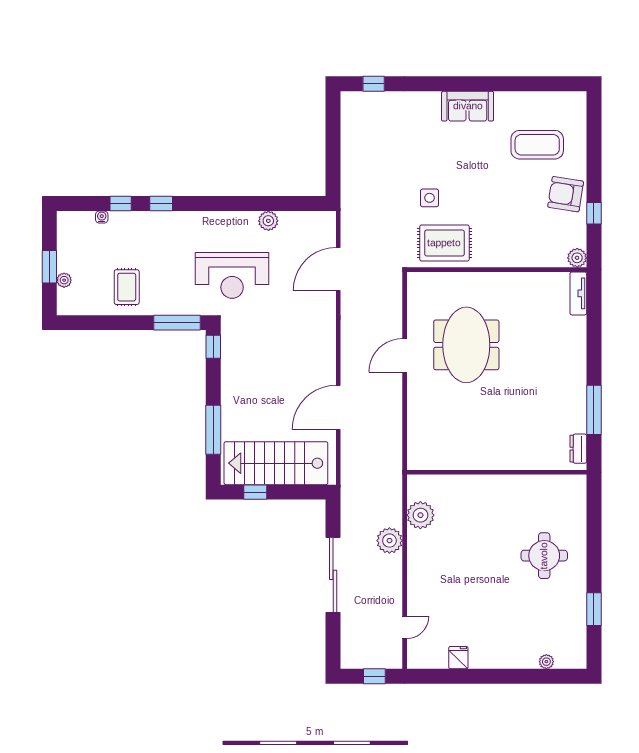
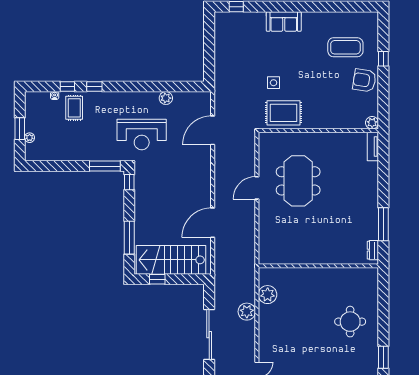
sofa: (468, 106) -> (284, 22), moved
window: (594, 213) -> (383, 59), moved
rug: (127, 287) -> (74, 108), moved

